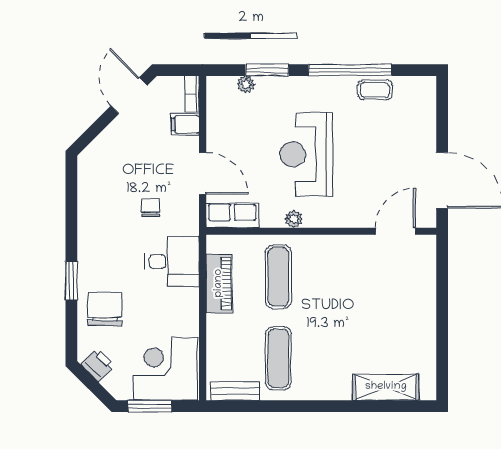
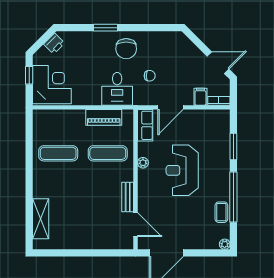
plant: (246, 84) -> (225, 244), moved
reception desk: (306, 154) -> (182, 170), turned -90
chair: (105, 309) -> (126, 49), moved, turned 90
bench: (235, 391) -> (128, 197), moved
window: (150, 406) -> (29, 75), width x0.67

